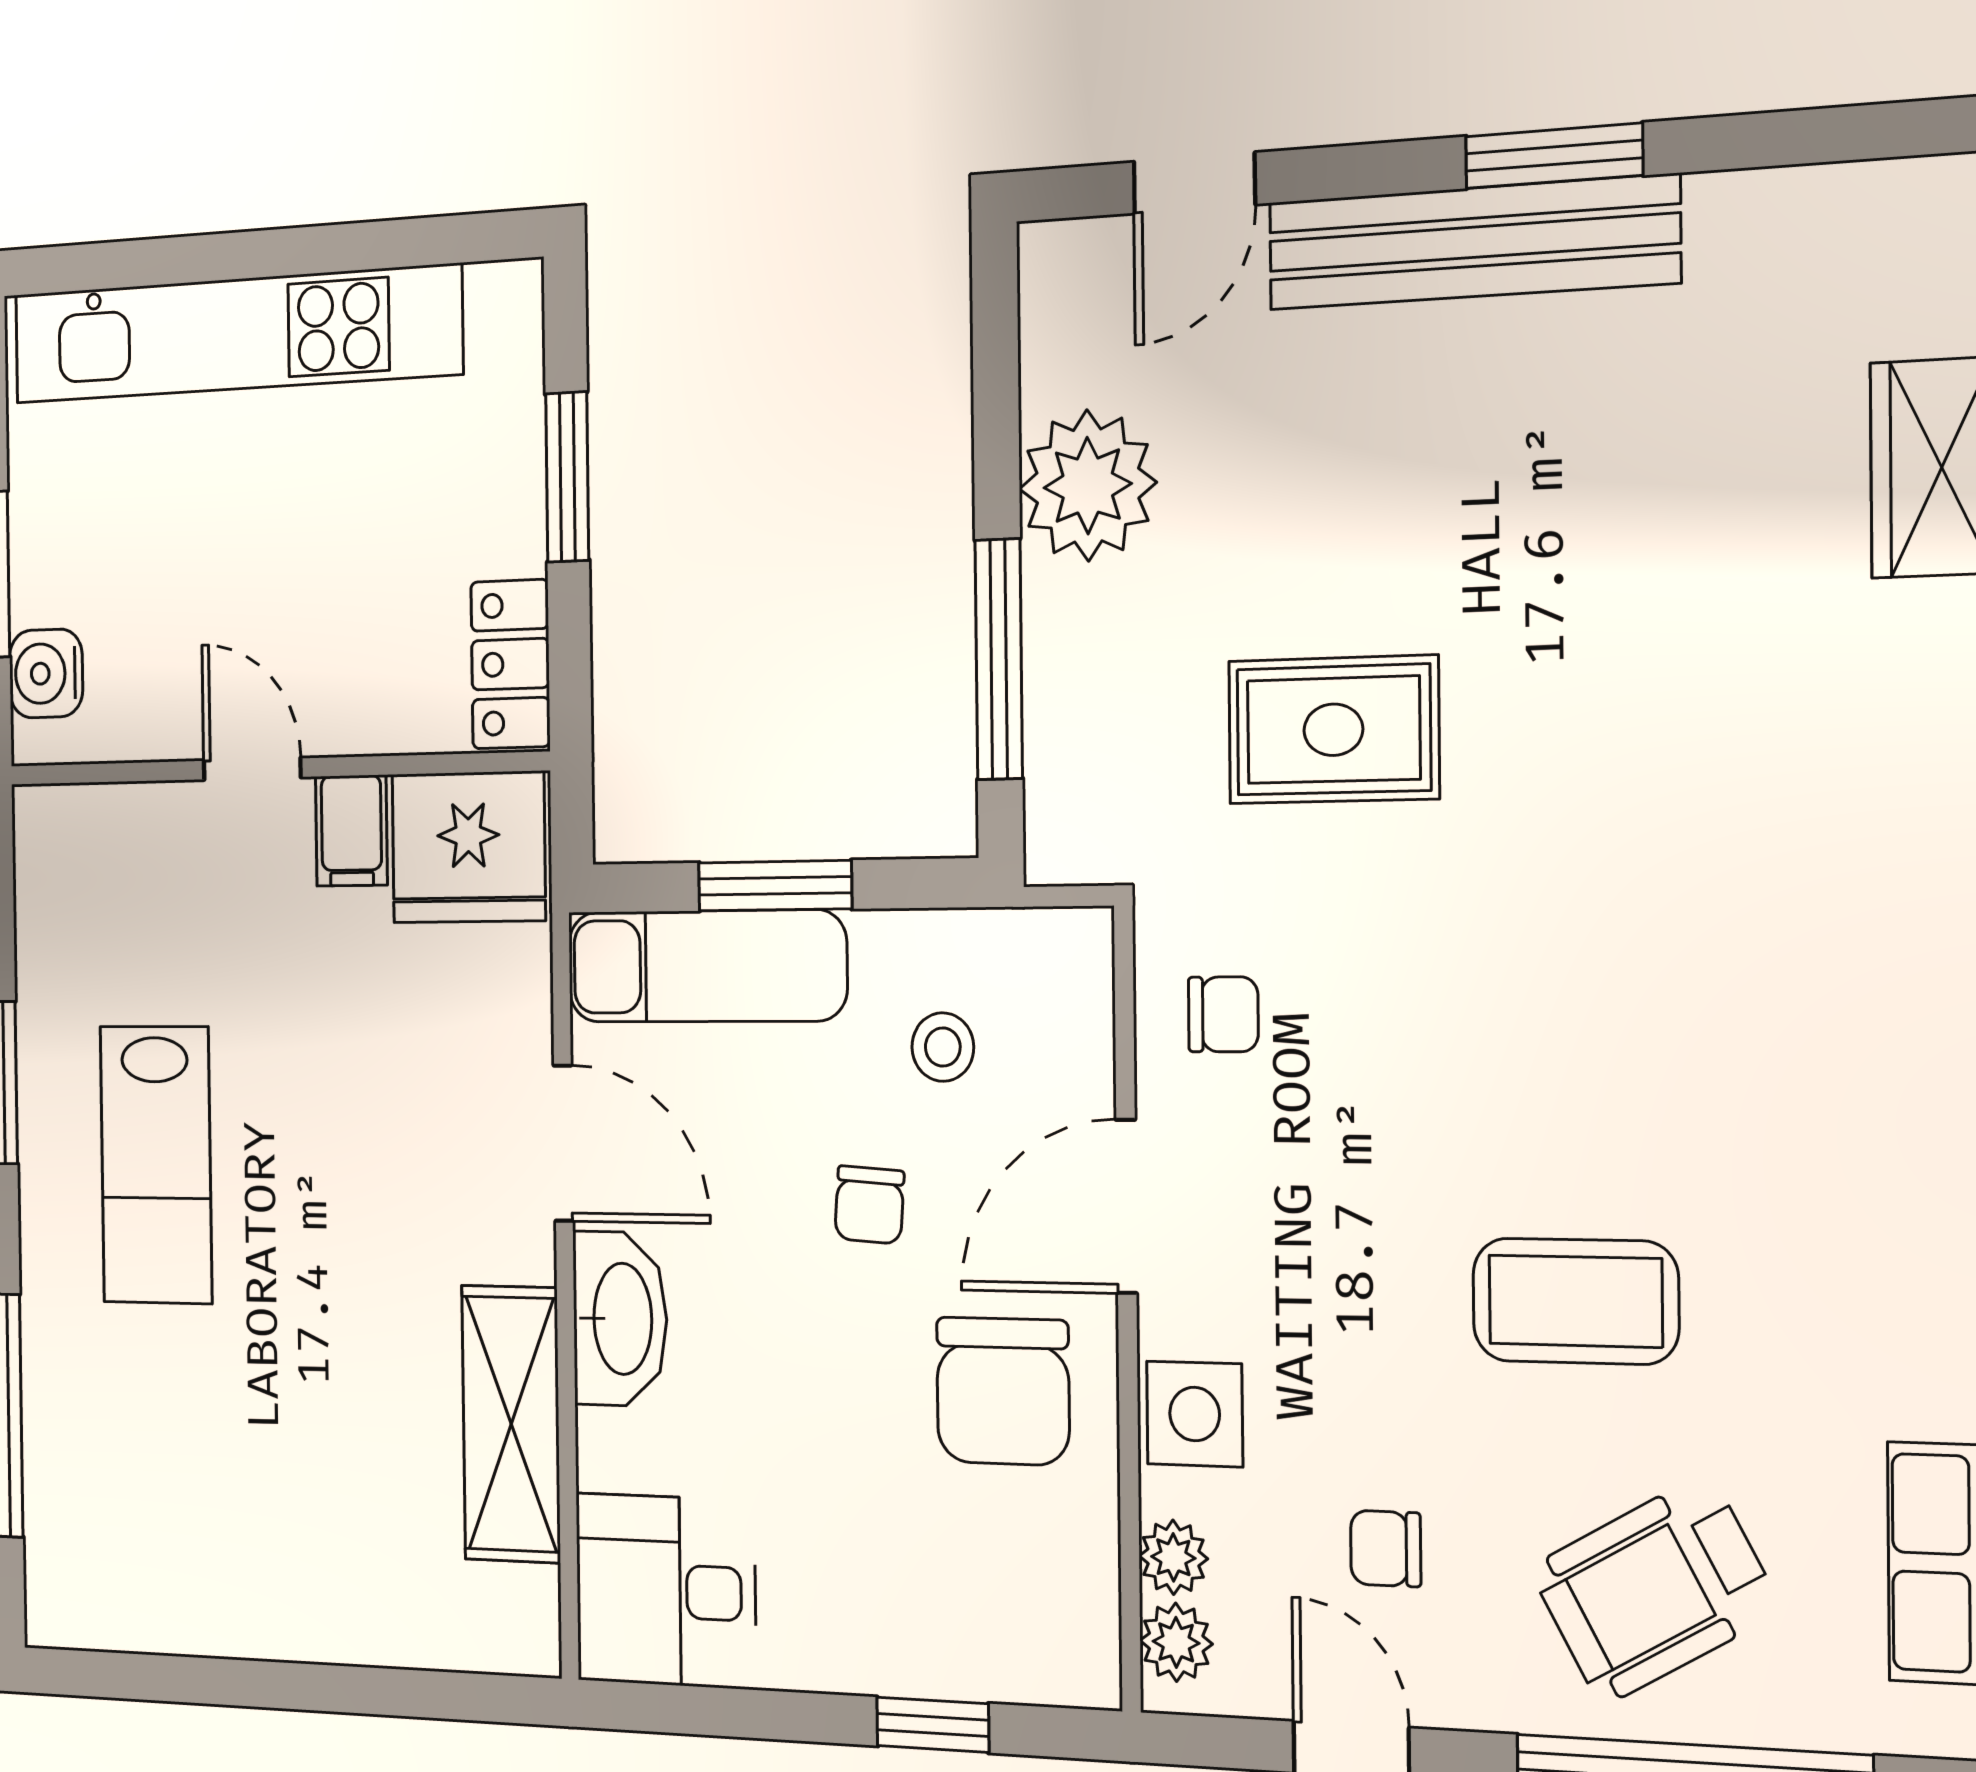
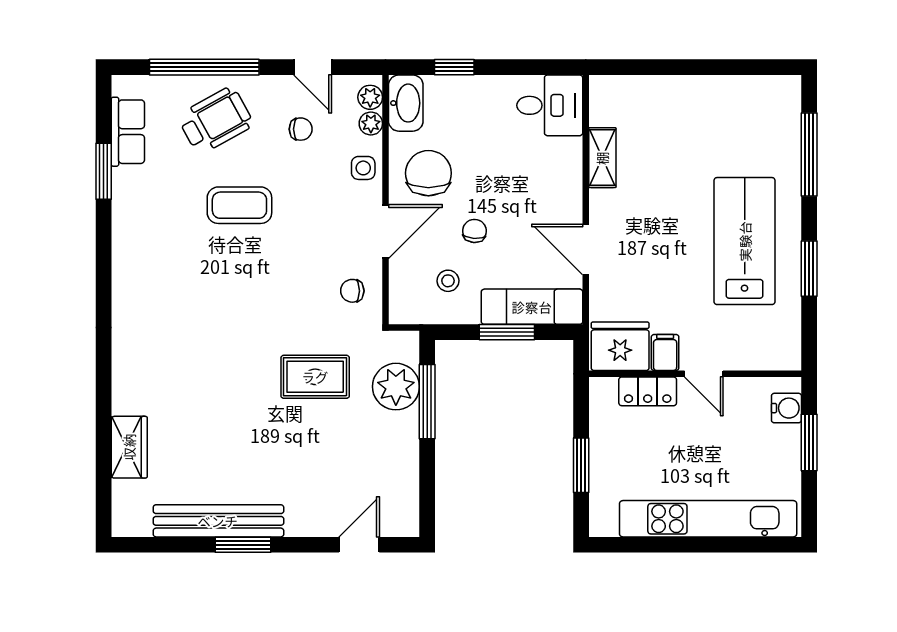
bench: (1472, 242) -> (218, 521), moved
plant: (1088, 486) -> (396, 387), moved
locker: (510, 664) -> (648, 391), moved, turned 90
lab bench: (156, 1165) -> (745, 241), width x1.36, depth x1.39
washbasin: (620, 1319) -> (406, 103), moved, turned 180
side table: (1195, 1414) -> (363, 168), width x0.73, depth x0.73
shelving: (511, 1424) -> (602, 158), width x0.67, depth x0.75

